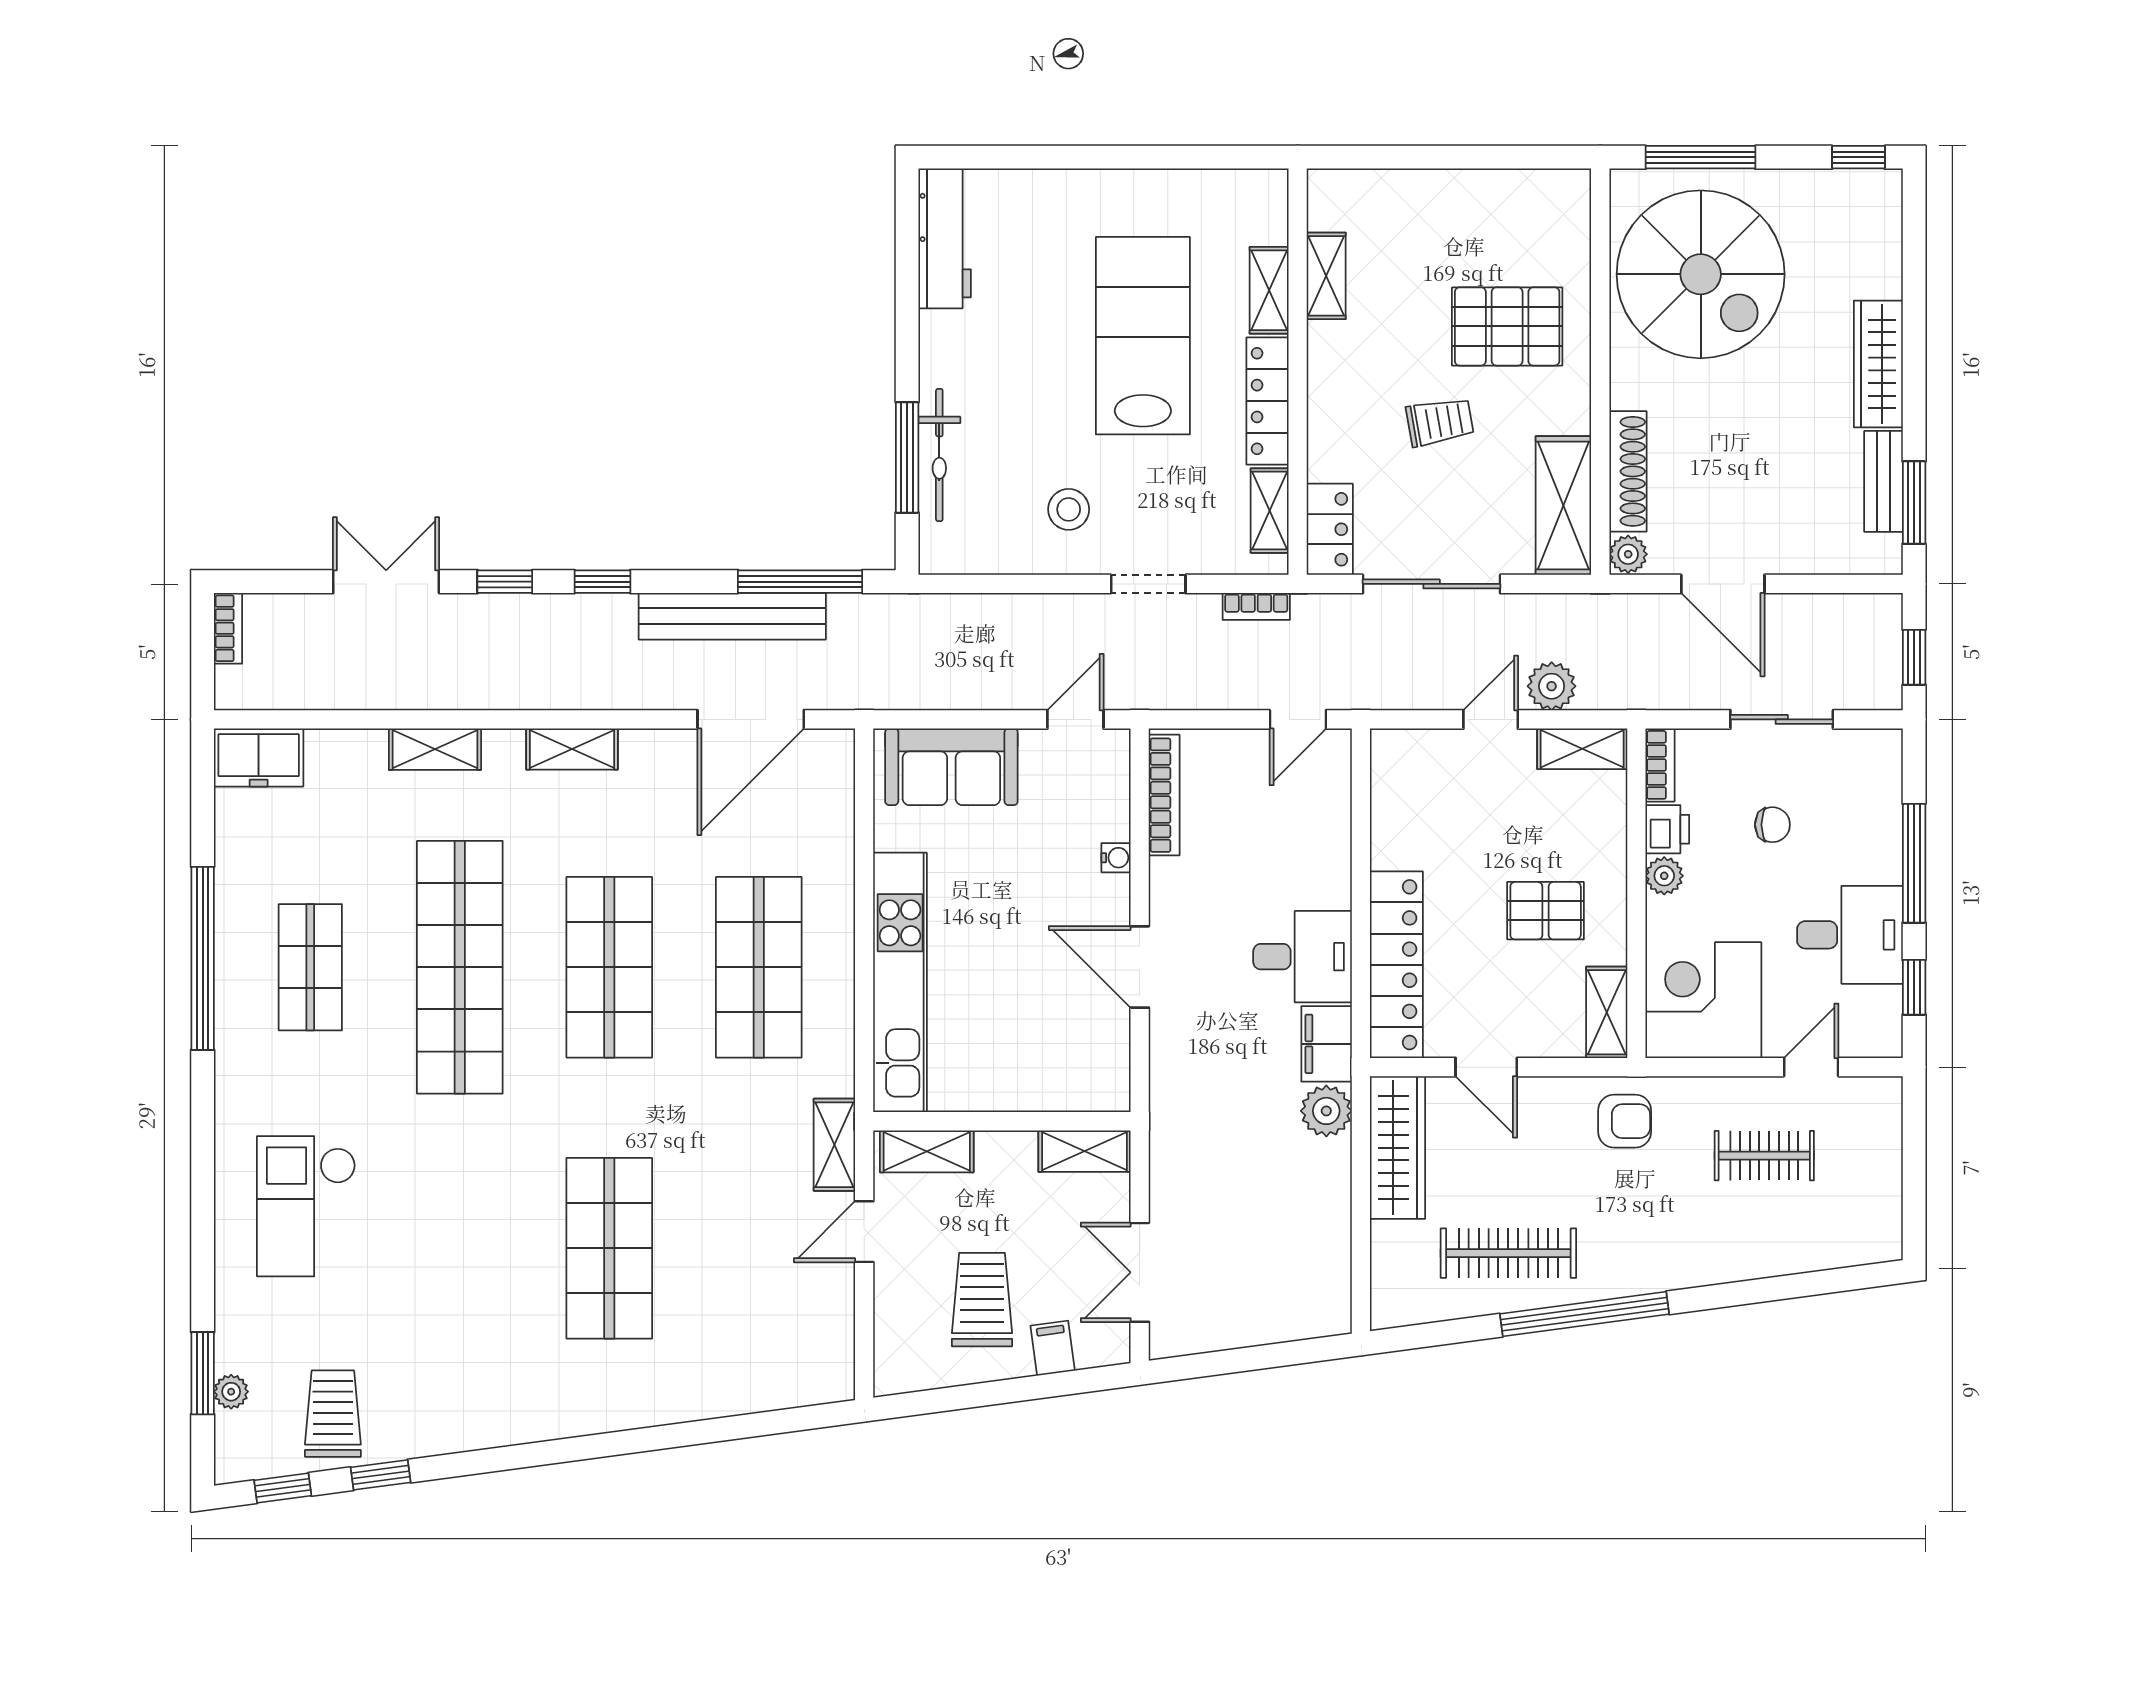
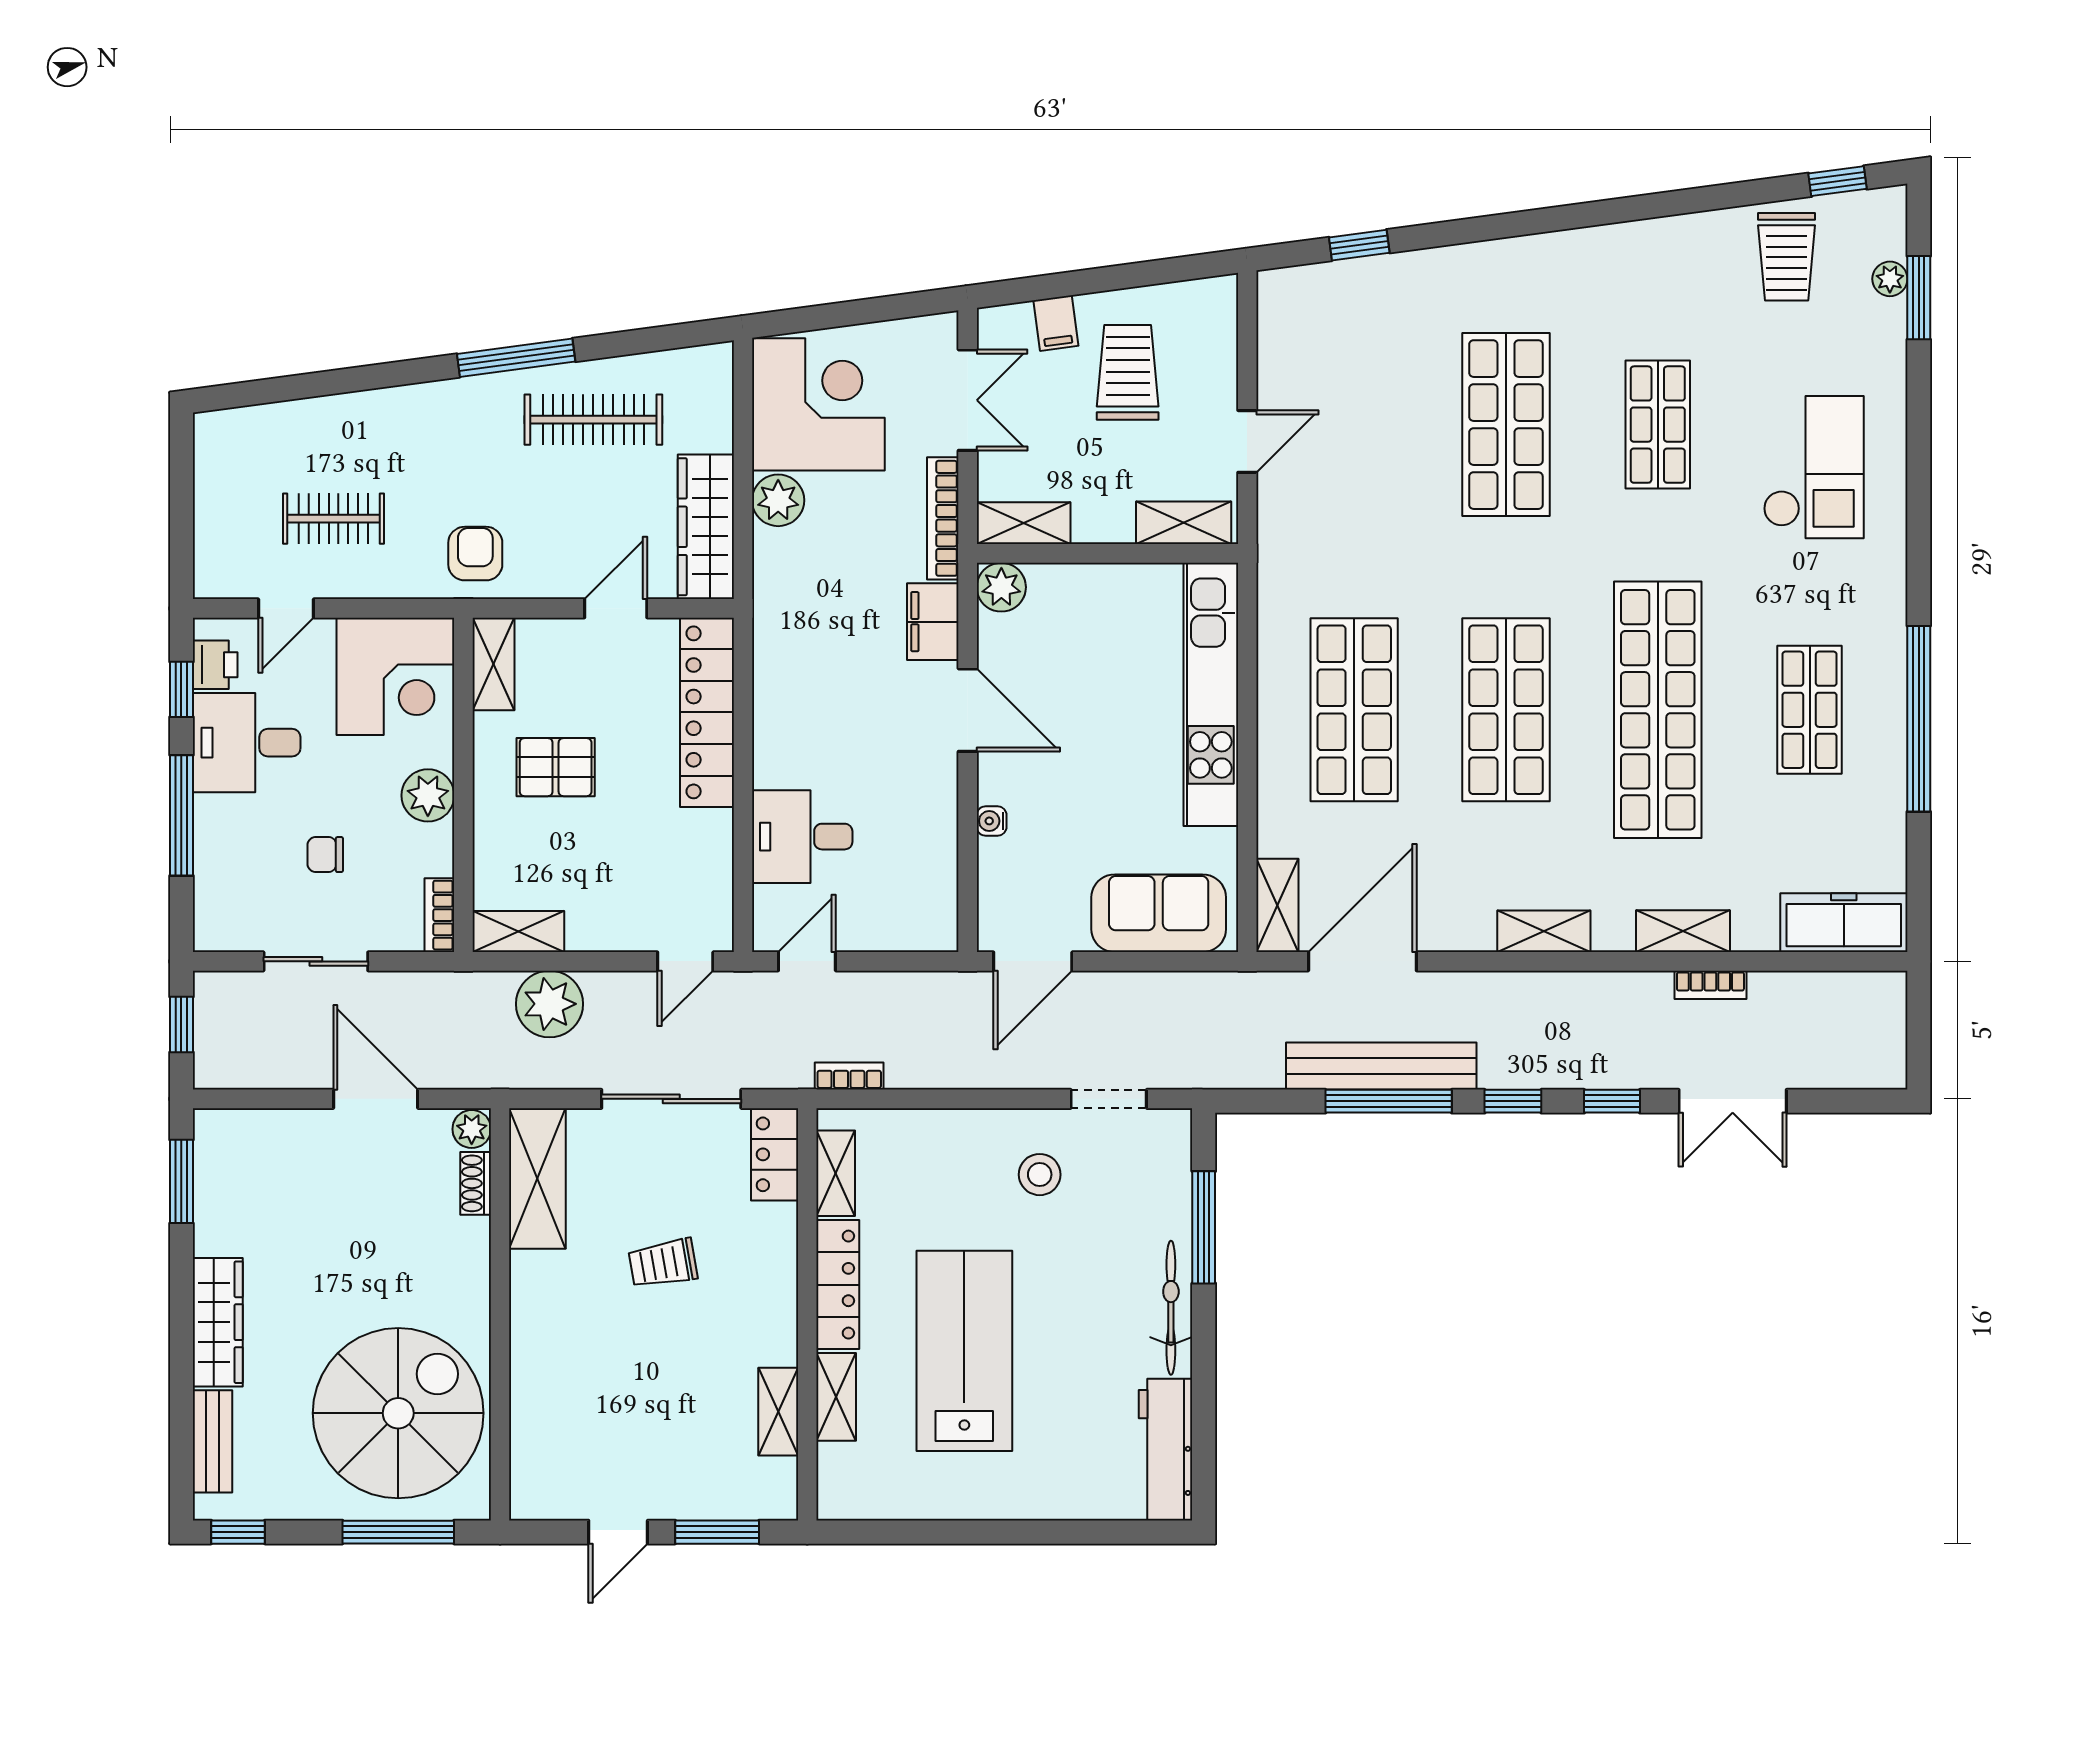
window: (1386, 157) -> (717, 1532), added
door: (1484, 157) -> (618, 1532), added
spiral stairs: (1701, 274) -> (398, 1413), turned 90
pallet: (1507, 326) -> (595, 1360), removed
lab bench: (1143, 336) -> (964, 1351), turned 180
bicycle: (939, 455) -> (1171, 1308), moved
shoe rack: (1628, 471) -> (476, 1183), width x0.51, depth x0.81
bench: (1884, 481) -> (213, 1441), moved
window: (800, 582) -> (1389, 1101), moved
doorway: (1148, 584) -> (1109, 1099), moved
bookcase: (228, 628) -> (1710, 985), moved, turned -90
plant: (1552, 686) -> (549, 1004), width x1.36, depth x1.36
door: (1075, 719) -> (1033, 961), width x1.38
door: (1491, 719) -> (685, 961), moved
freezer: (259, 757) -> (1844, 923), width x1.40
bookcase: (1164, 795) -> (943, 518), moved
printer: (1667, 829) -> (215, 665), moved, turned 180
plant: (1664, 876) -> (428, 795), width x1.38, depth x1.38
desk: (1303, 957) -> (802, 837), moved
filing cabinet: (1327, 1044) -> (933, 622), moved, turned 180
door: (1486, 1067) -> (616, 608), hinge flipped
plant: (1106, 1088) -> (1001, 587), added
plant: (1326, 1111) -> (778, 500), moved
armchair: (1625, 1121) -> (475, 554), turned 90
shelving: (834, 1145) -> (1277, 905), moved
shop shelf: (460, 1248) -> (1658, 425), added
corner desk: (1287, 1268) -> (818, 404), added
trolley: (982, 1300) -> (1128, 372), turned 180
window: (1584, 1314) -> (516, 358), width x0.68
window: (381, 1475) -> (1359, 245), moved

